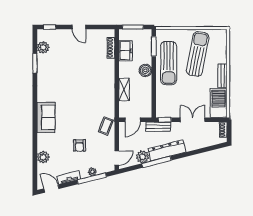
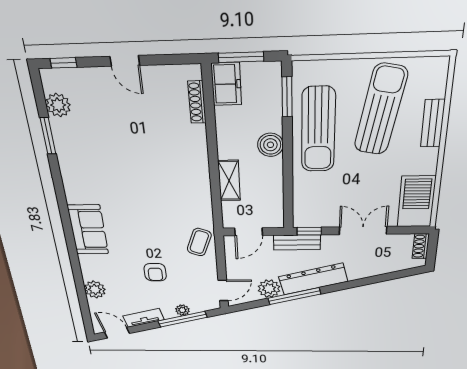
freezer: (126, 51) -> (226, 84), moved
bench: (222, 76) -> (433, 123), moved

